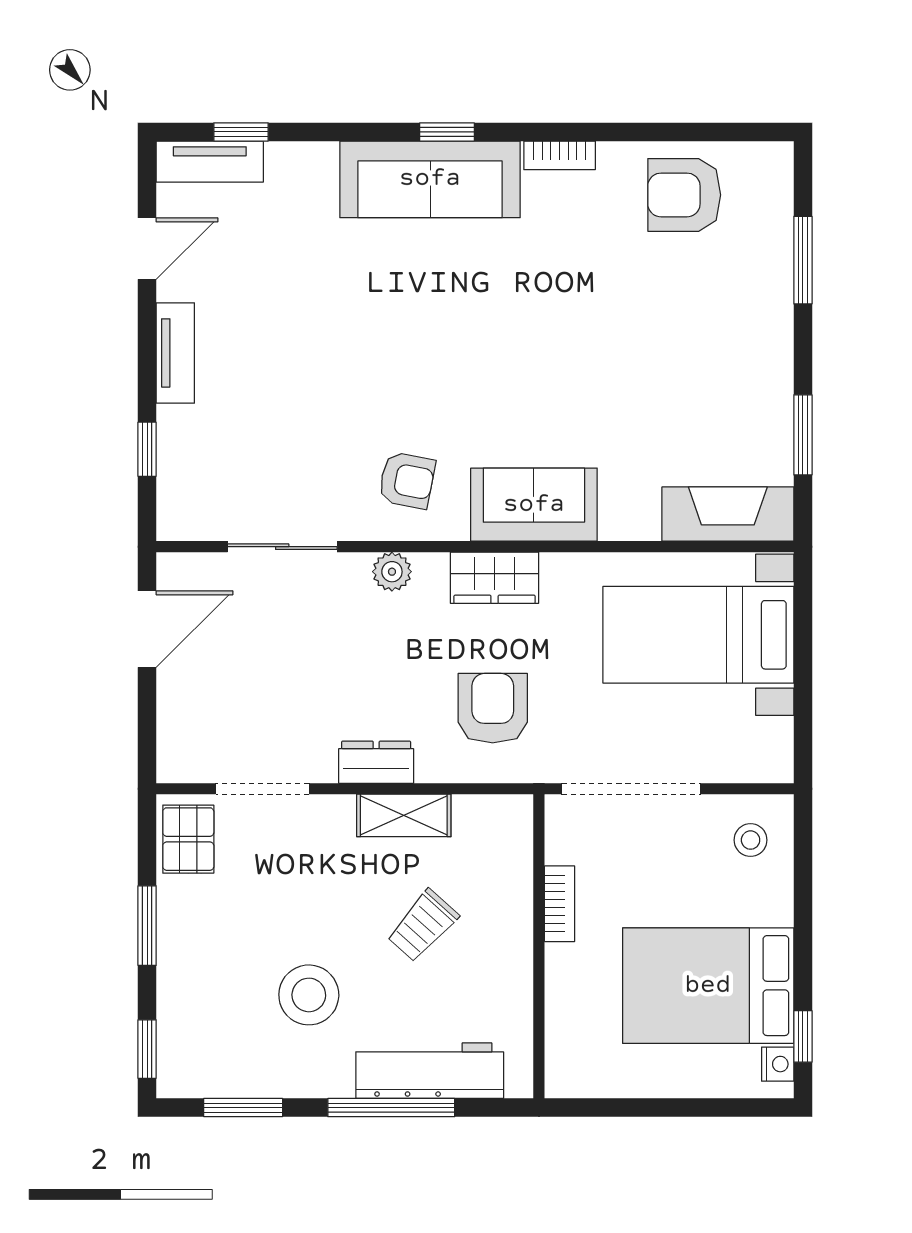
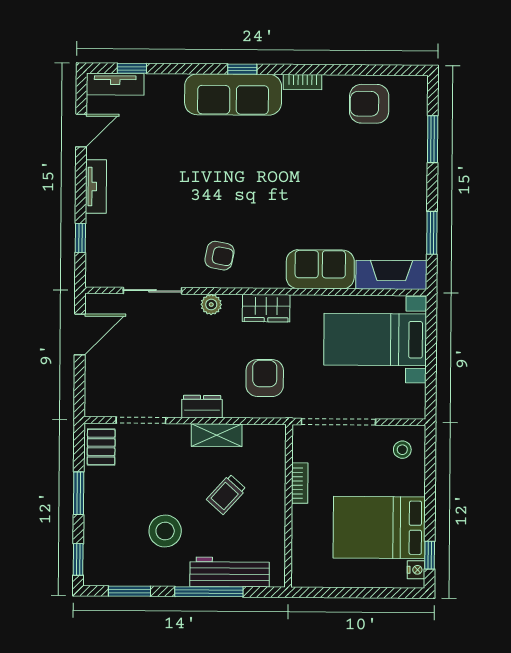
sofa: (534, 505) -> (320, 269), moved

